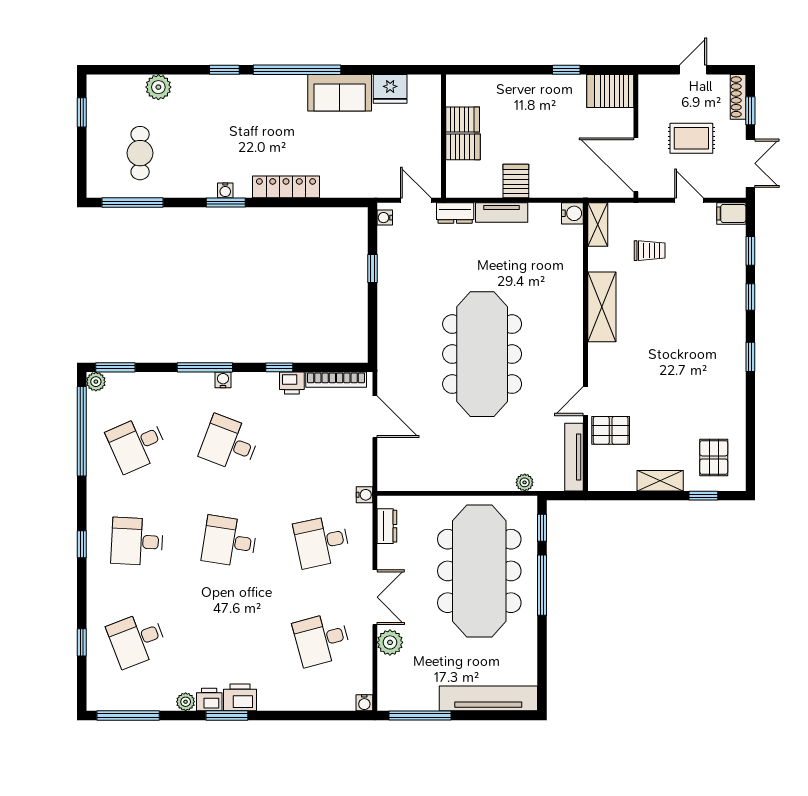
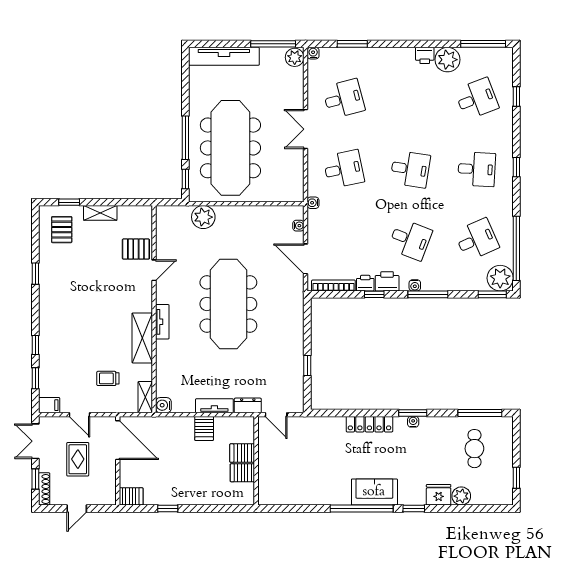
fridge: (390, 89) -> (439, 495), moved
server rack: (610, 91) -> (131, 496), width x0.73, depth x0.70
sofa: (340, 93) -> (374, 492), moved
rug: (691, 138) -> (78, 459), turned 90
water cooler: (385, 218) -> (298, 226), moved
window: (750, 357) -> (35, 274), moved
plant: (96, 382) -> (500, 278), width x1.87, depth x1.87
tv unit: (574, 457) -> (162, 322), moved, width x0.71
plant: (525, 482) -> (203, 217), width x1.87, depth x1.87
dresser: (387, 526) -> (297, 180), removed
plant: (390, 642) -> (295, 57), moved
printer: (240, 697) -> (387, 281), moved, turned 180
plant: (186, 702) -> (447, 60), width x1.87, depth x1.87
window: (227, 716) -> (352, 44), moved

